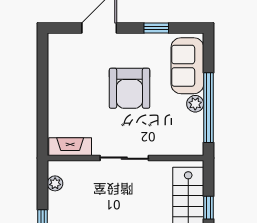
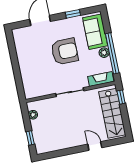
armchair: (130, 88) -> (65, 51), turned -90
fireplace: (70, 147) -> (101, 79), moved
window: (209, 208) -> (121, 97), moved

